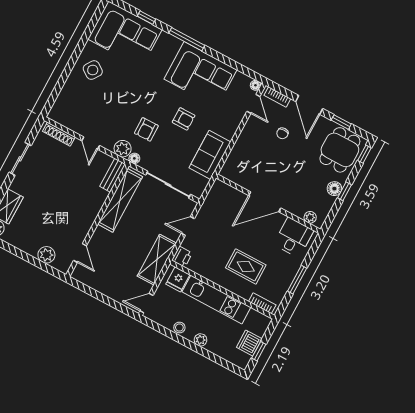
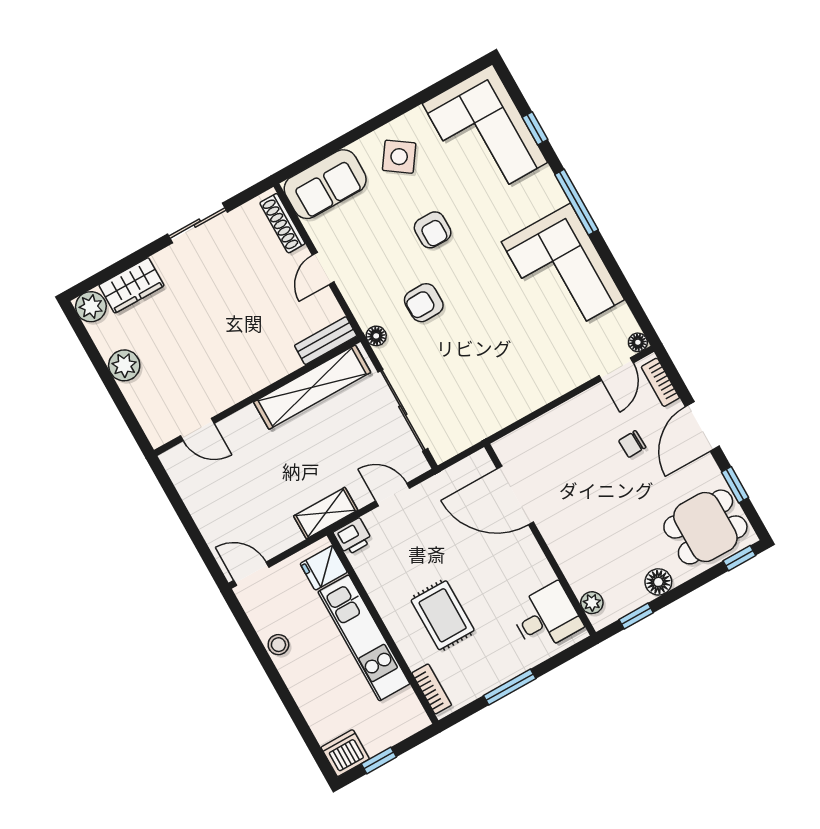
armchair: (184, 119) -> (433, 230), moved
plant: (123, 149) -> (368, 309), removed
sofa: (210, 155) -> (325, 184), moved, turned 180
window: (345, 191) -> (636, 616), moved
door: (265, 202) -> (515, 495), moved
door: (80, 253) -> (197, 430), hinge flipped
plant: (46, 255) -> (124, 365), moved
shelving: (157, 260) -> (326, 513), width x0.67, depth x0.75
plant: (200, 340) -> (299, 685), removed
dishwasher: (249, 343) -> (345, 753), moved

